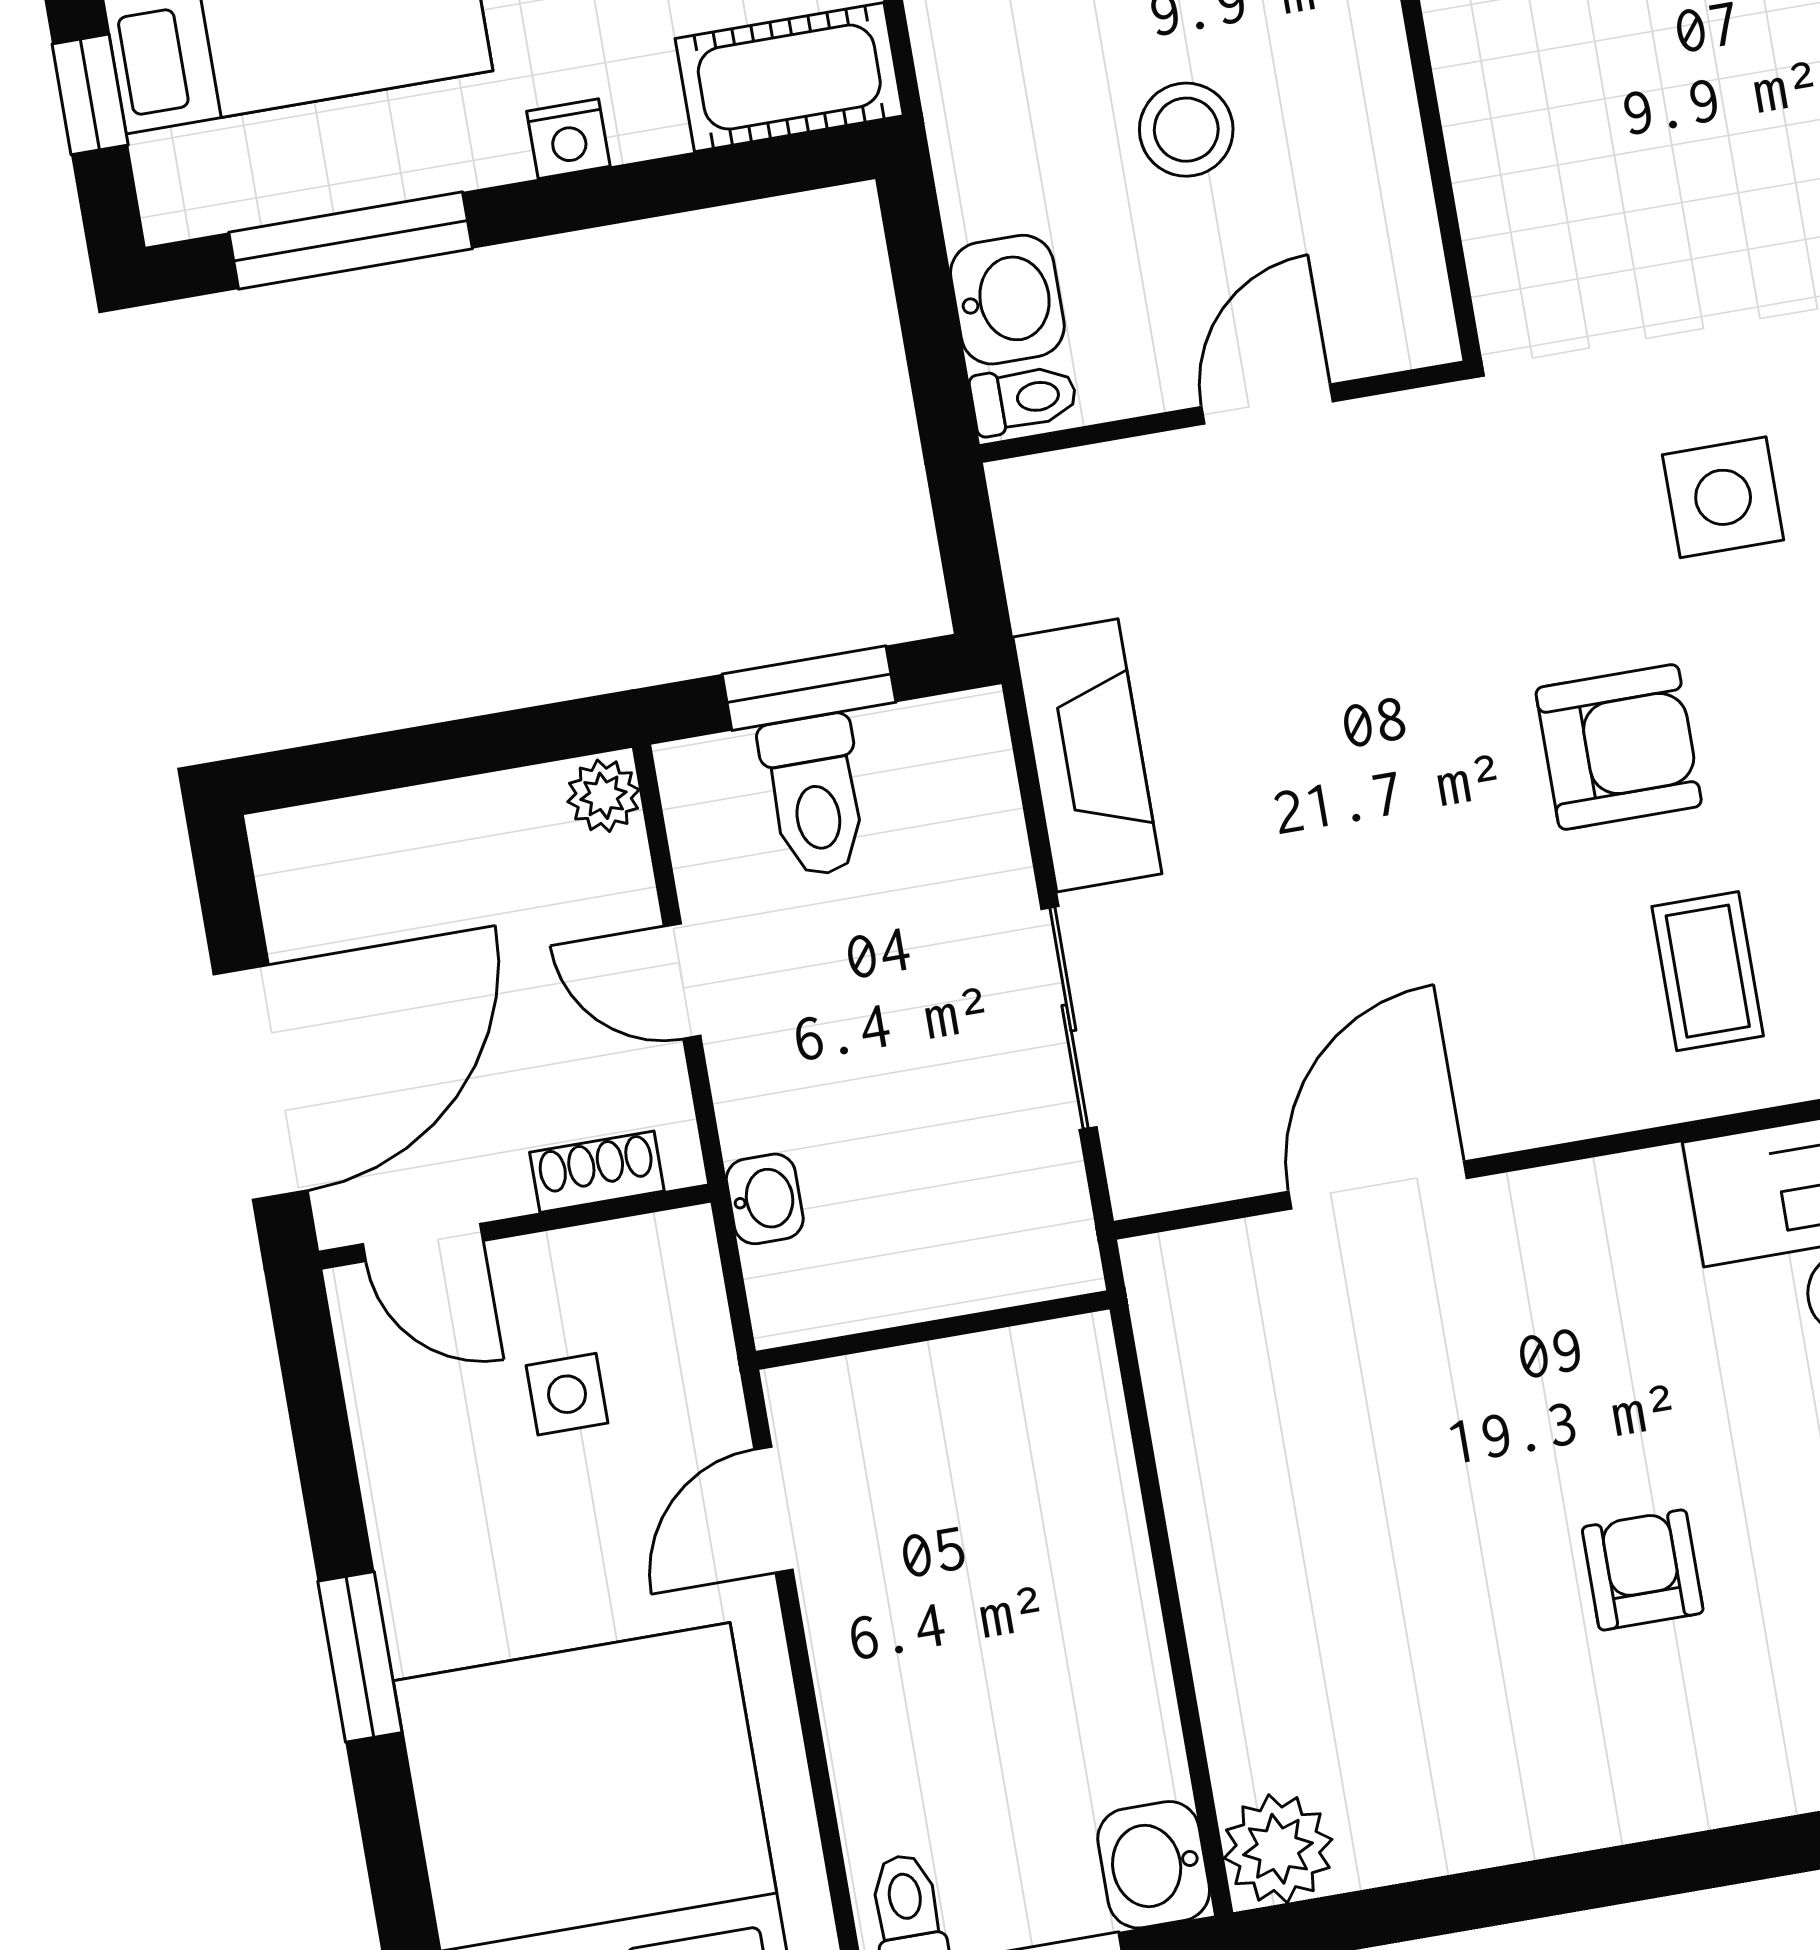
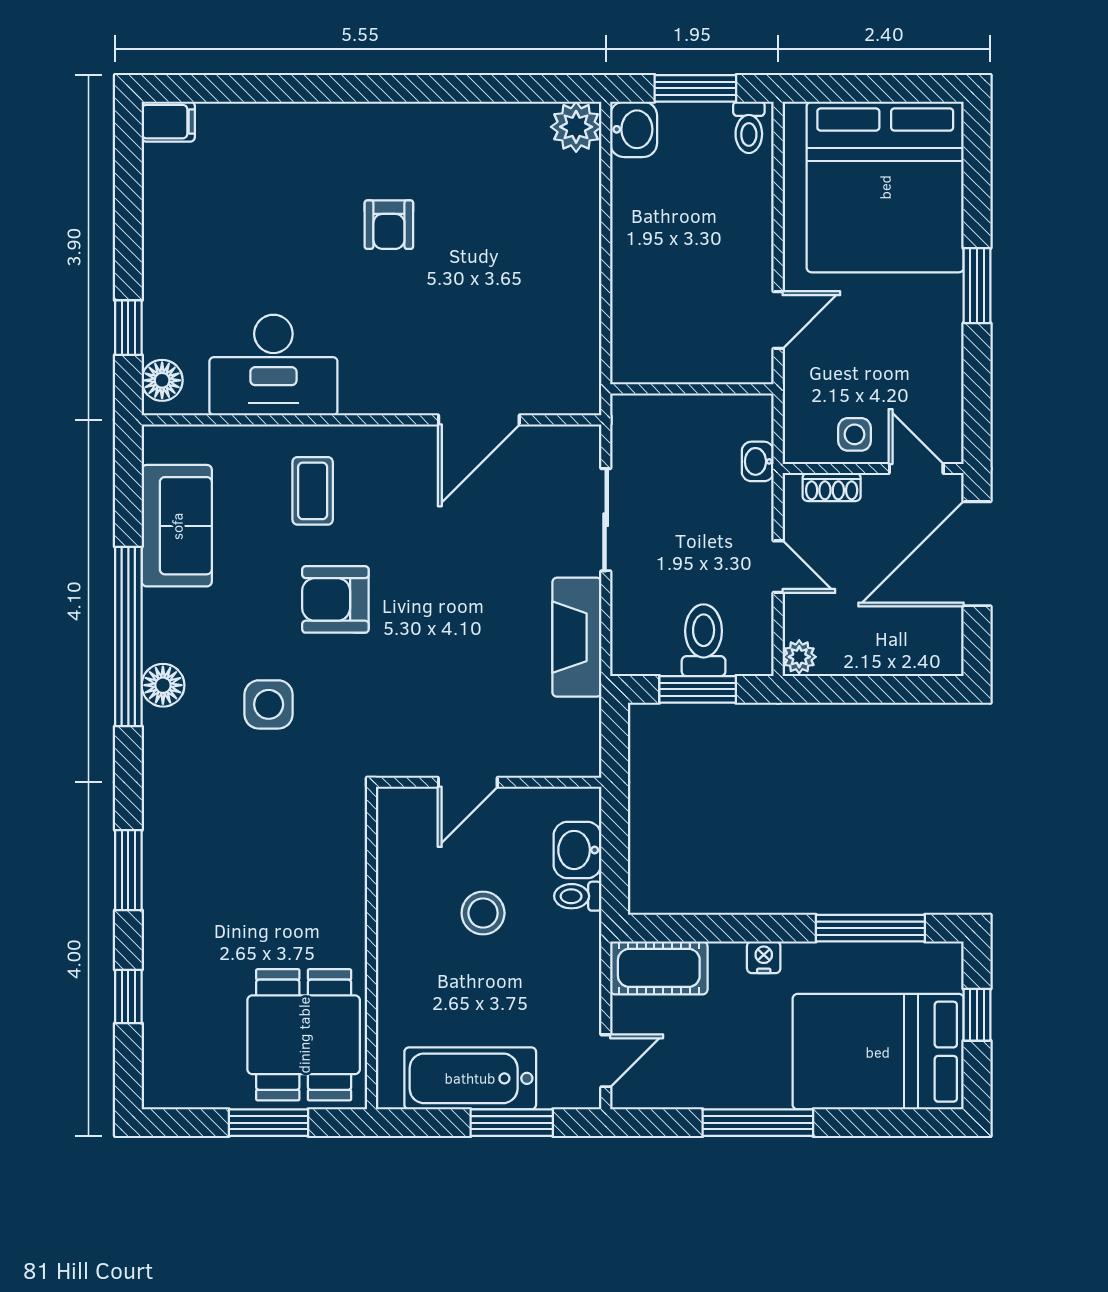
toilet: (1024, 399) -> (578, 896), moved
side table: (567, 1394) -> (855, 434), moved

